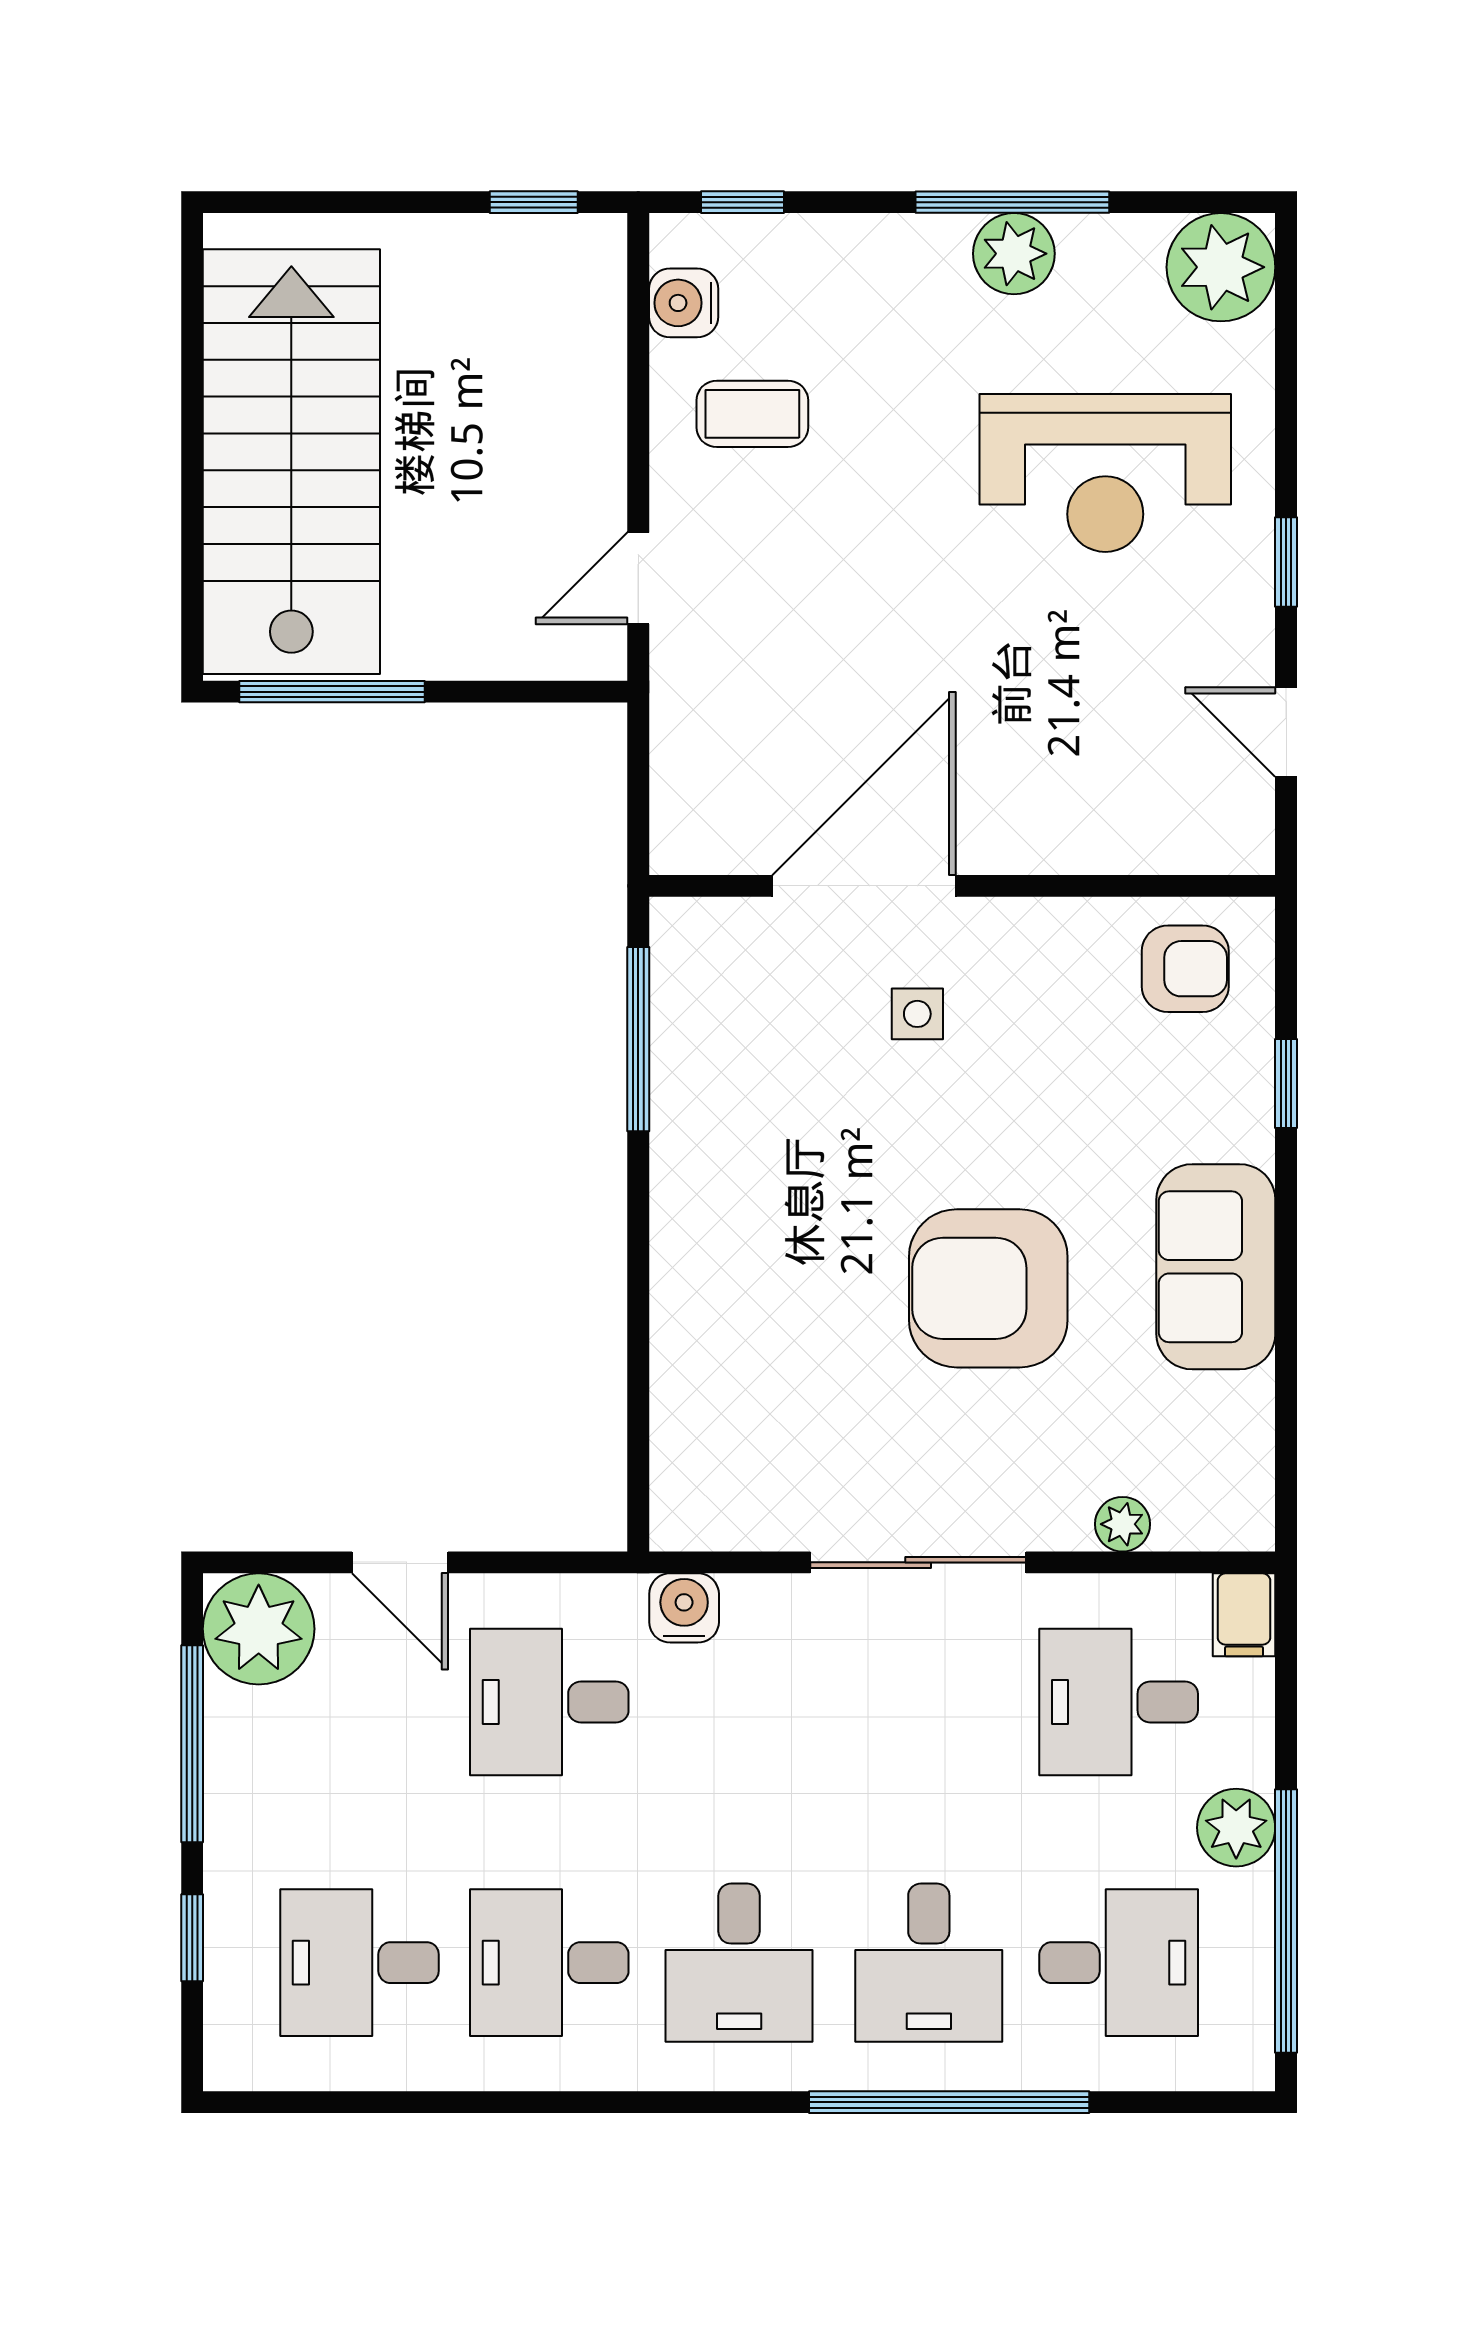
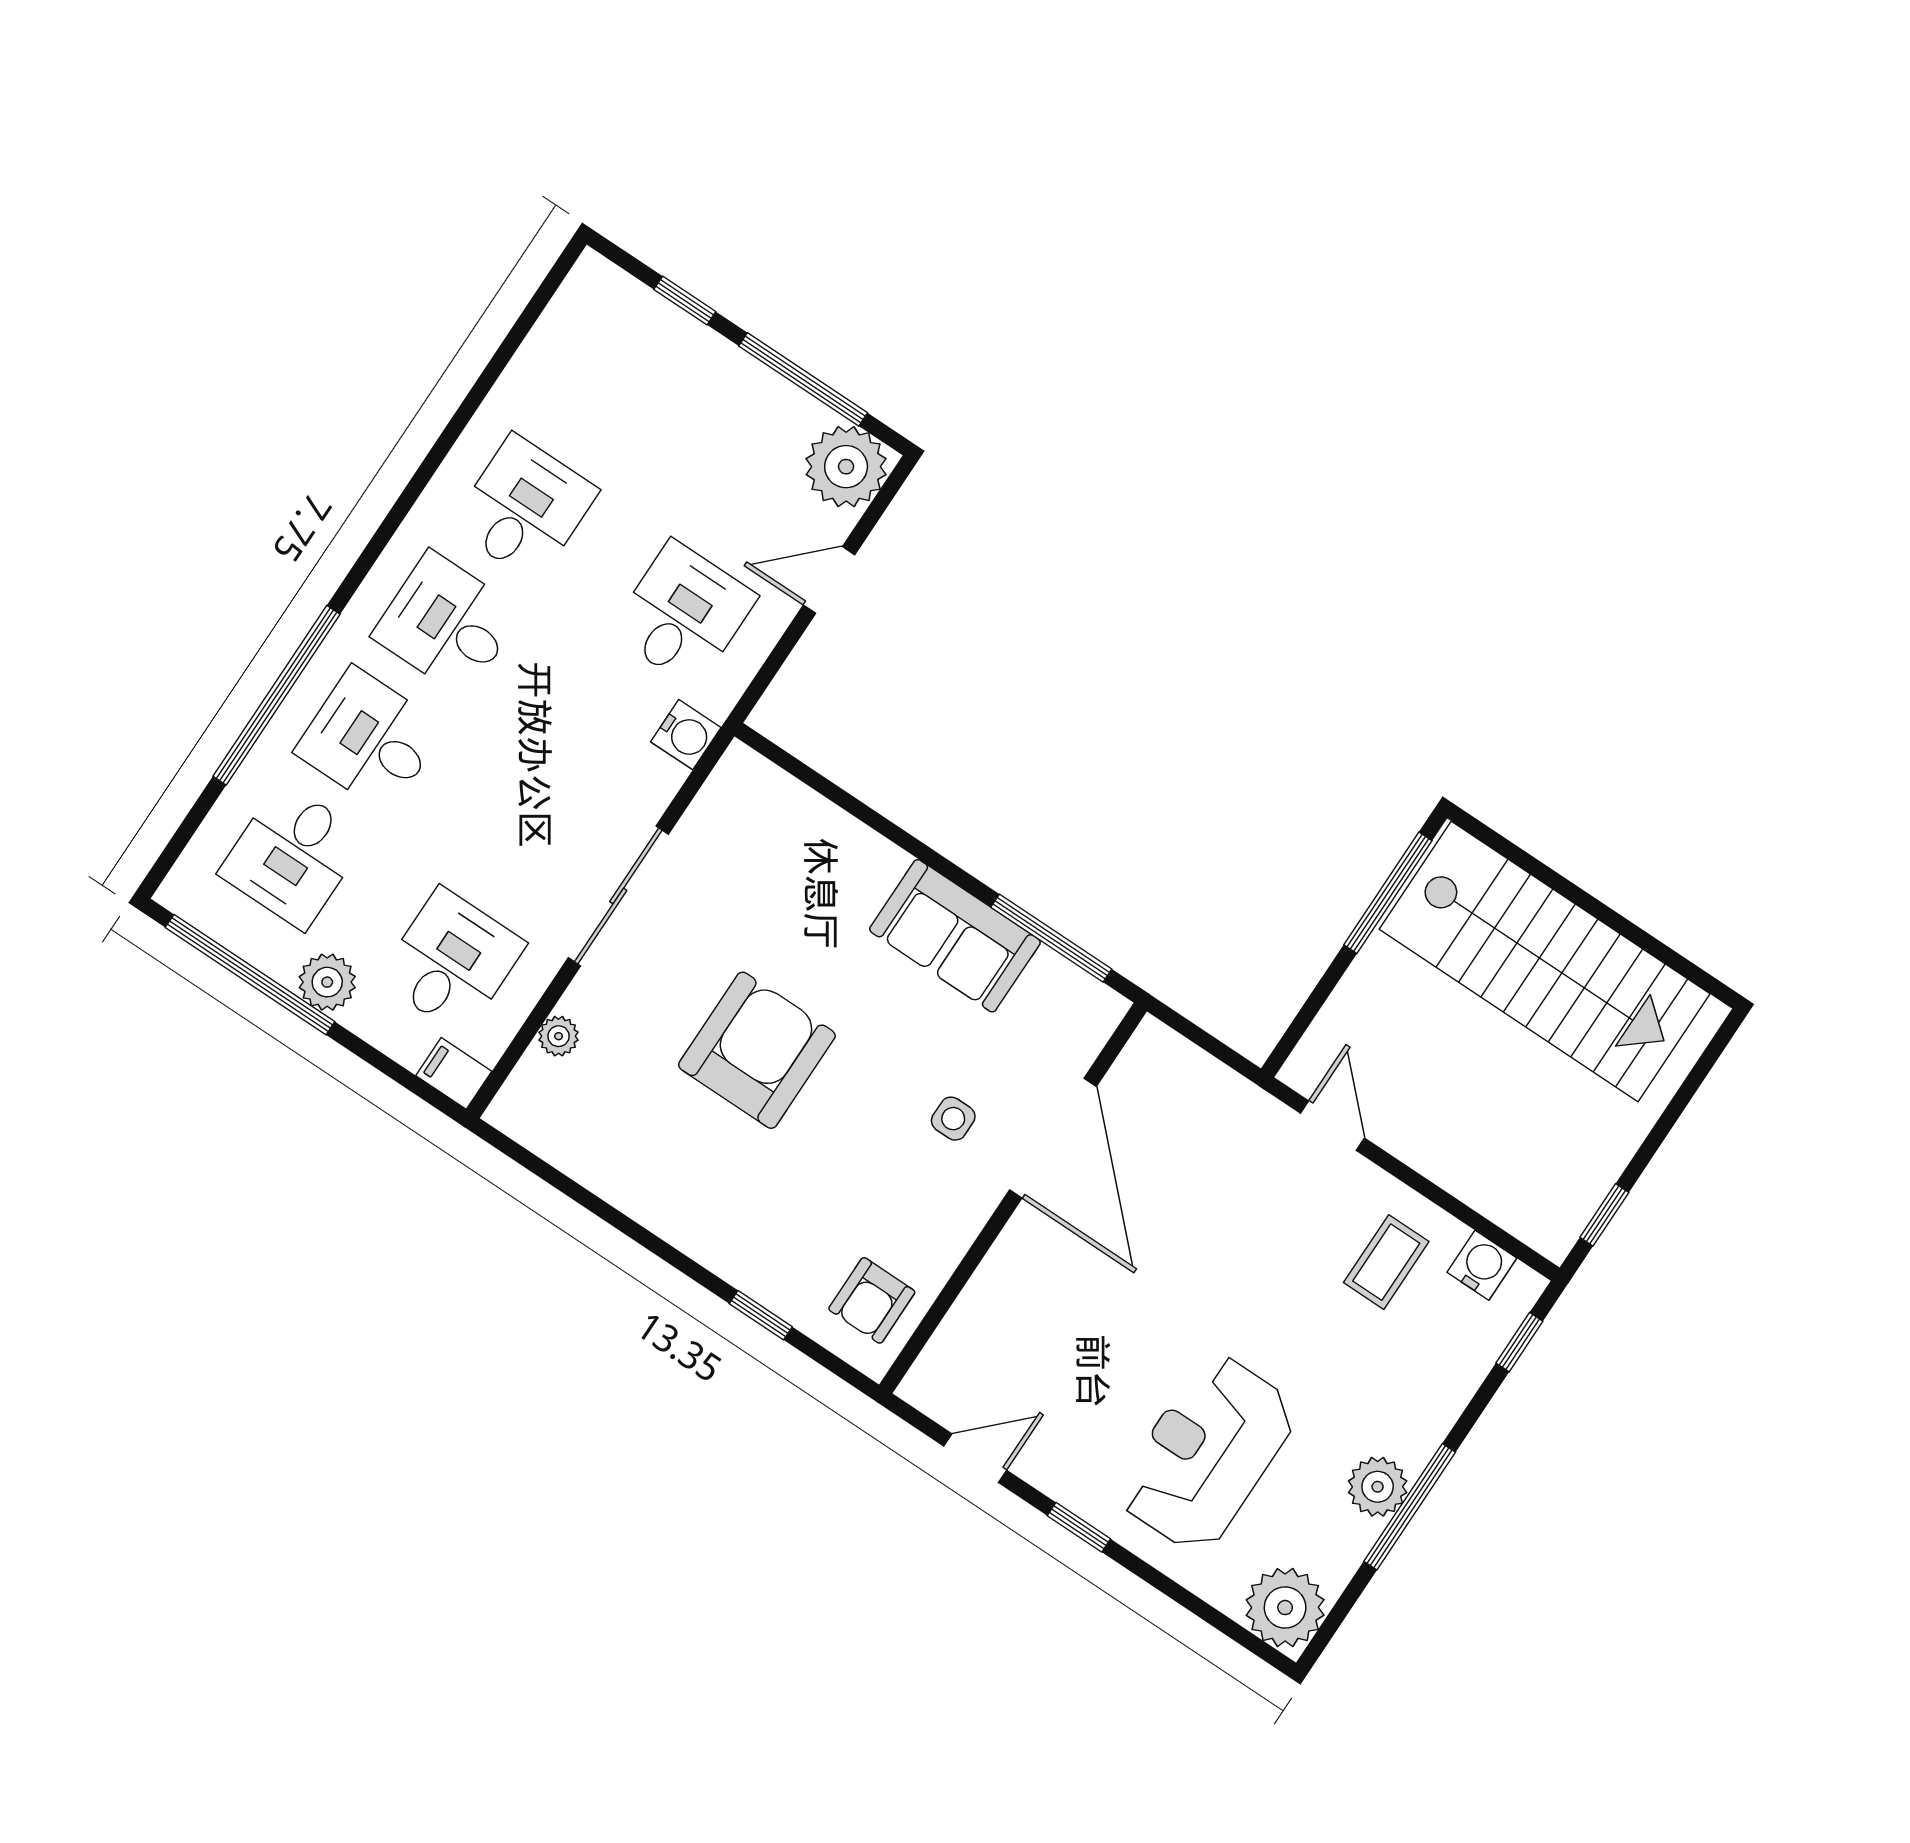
sofa: (1216, 1267) -> (955, 936), moved, turned 180
desk: (359, 1963) -> (601, 392), removed

